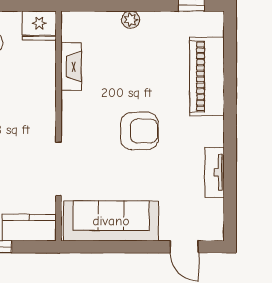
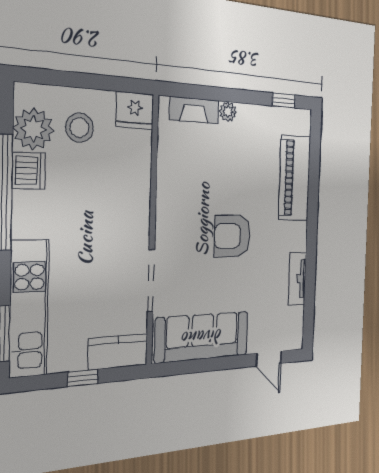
fireplace: (71, 66) -> (194, 110), moved, turned 90
armchair: (139, 131) -> (232, 236), turned 180

